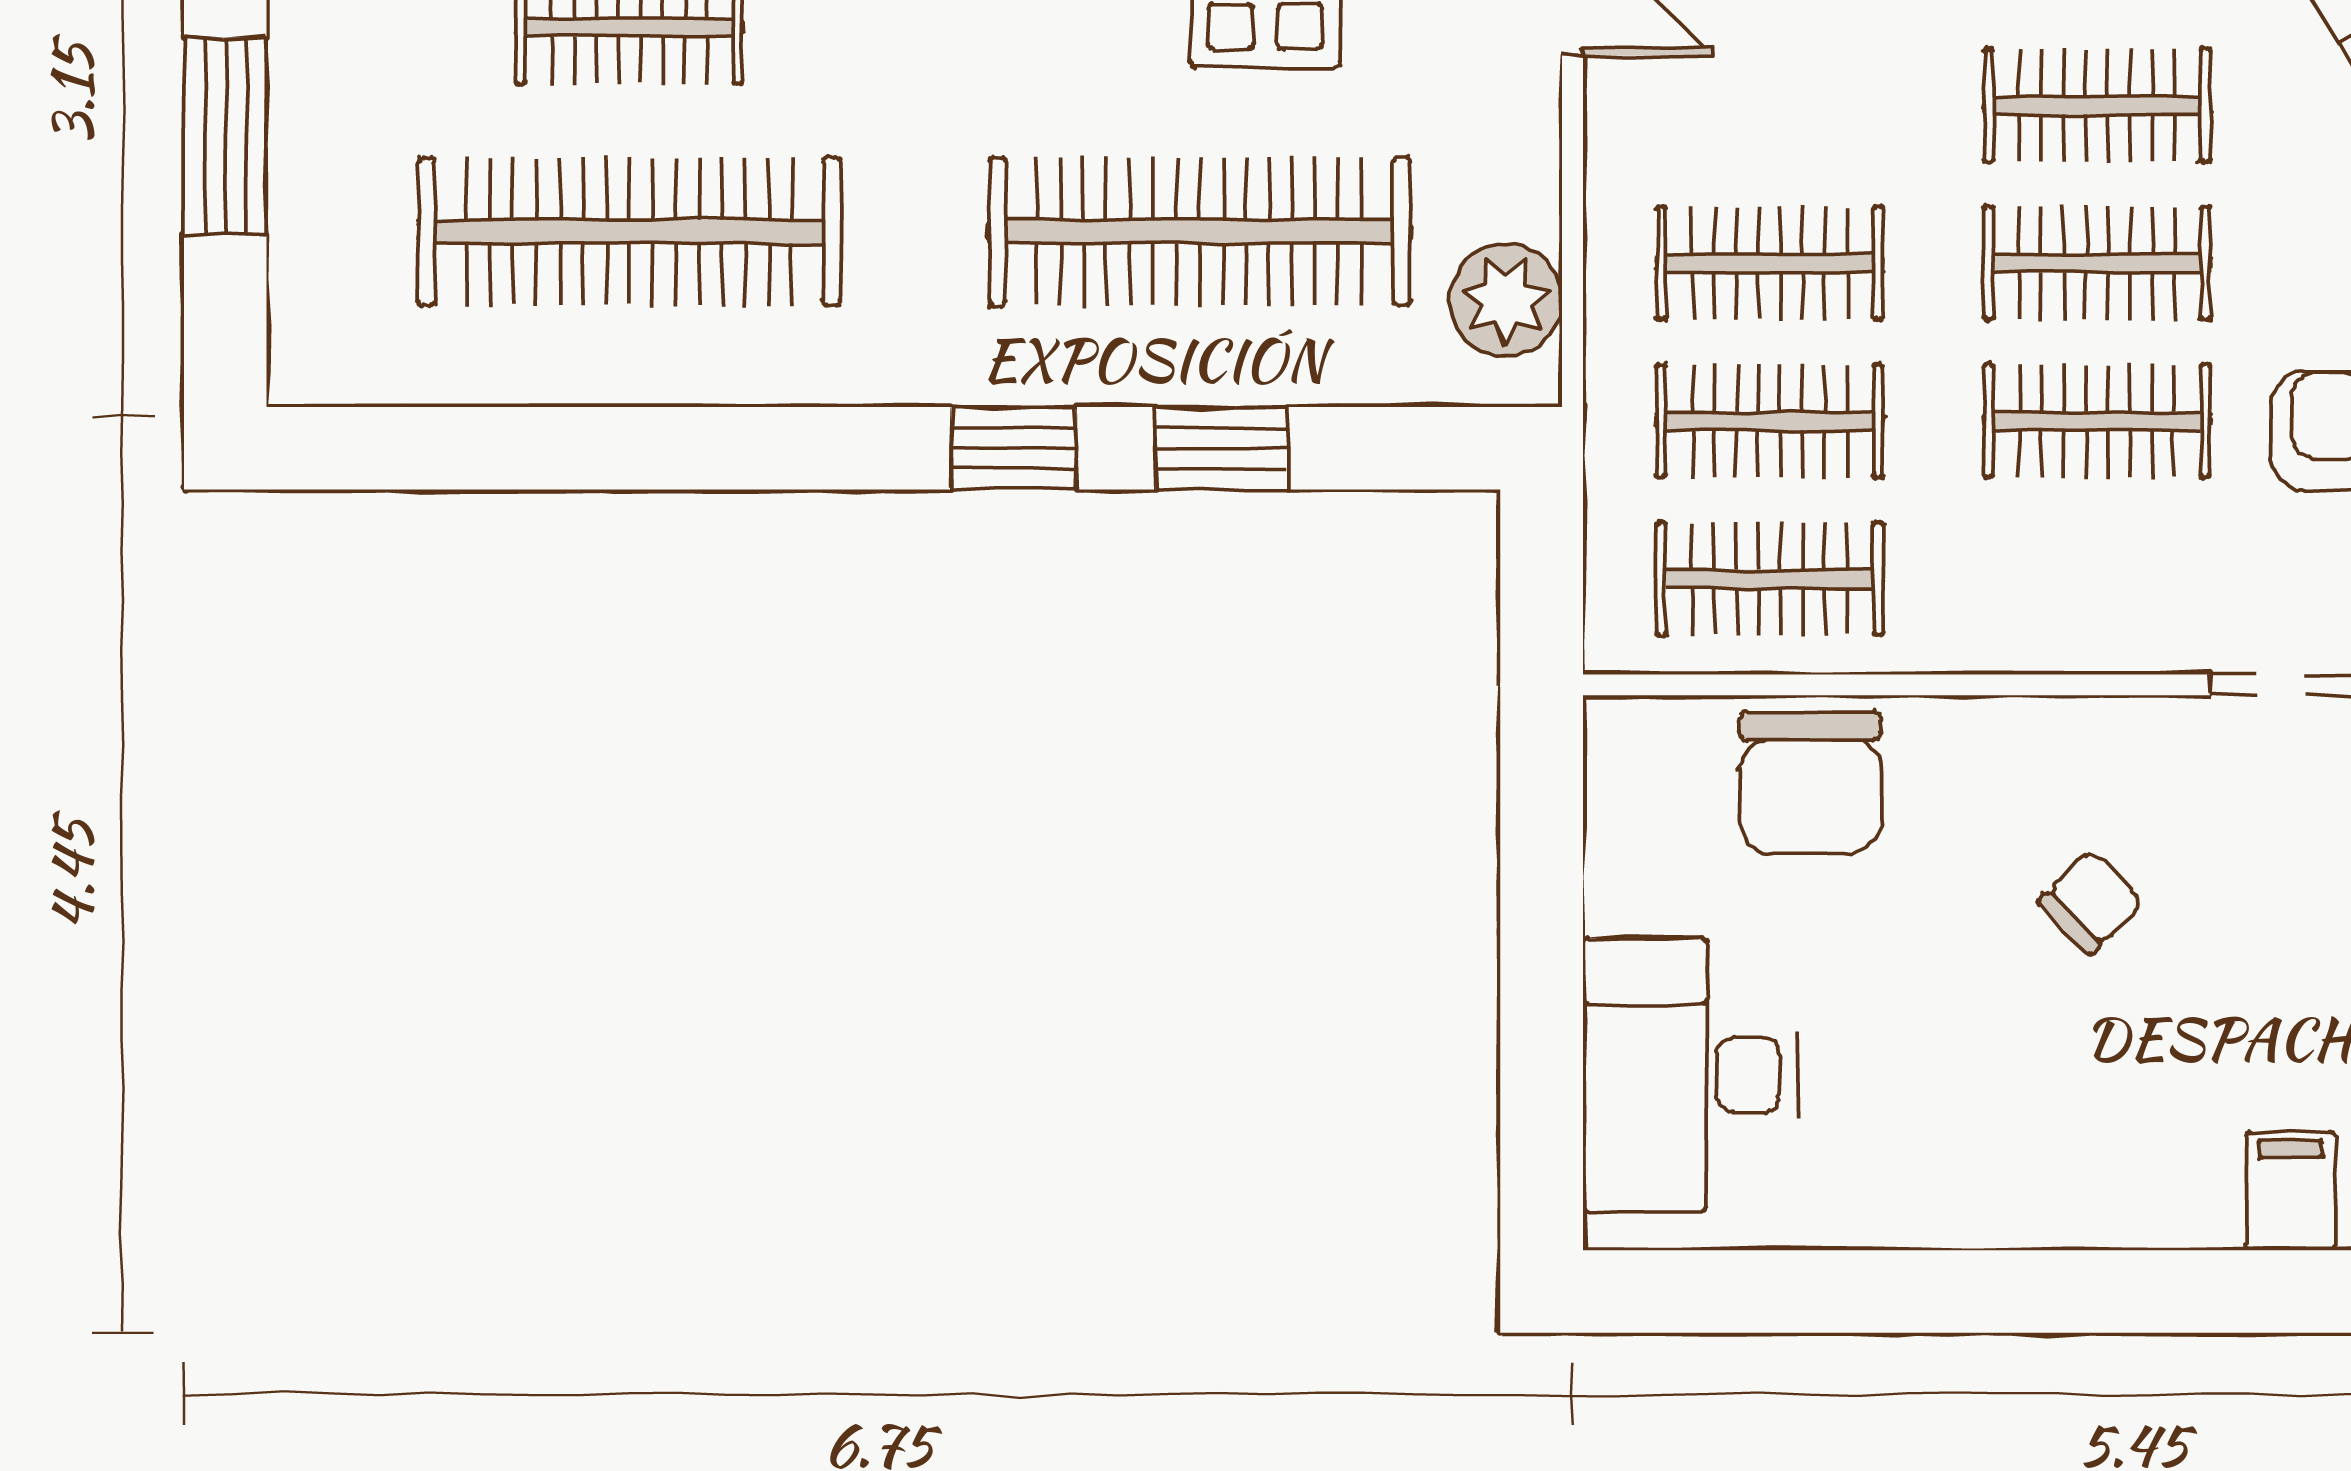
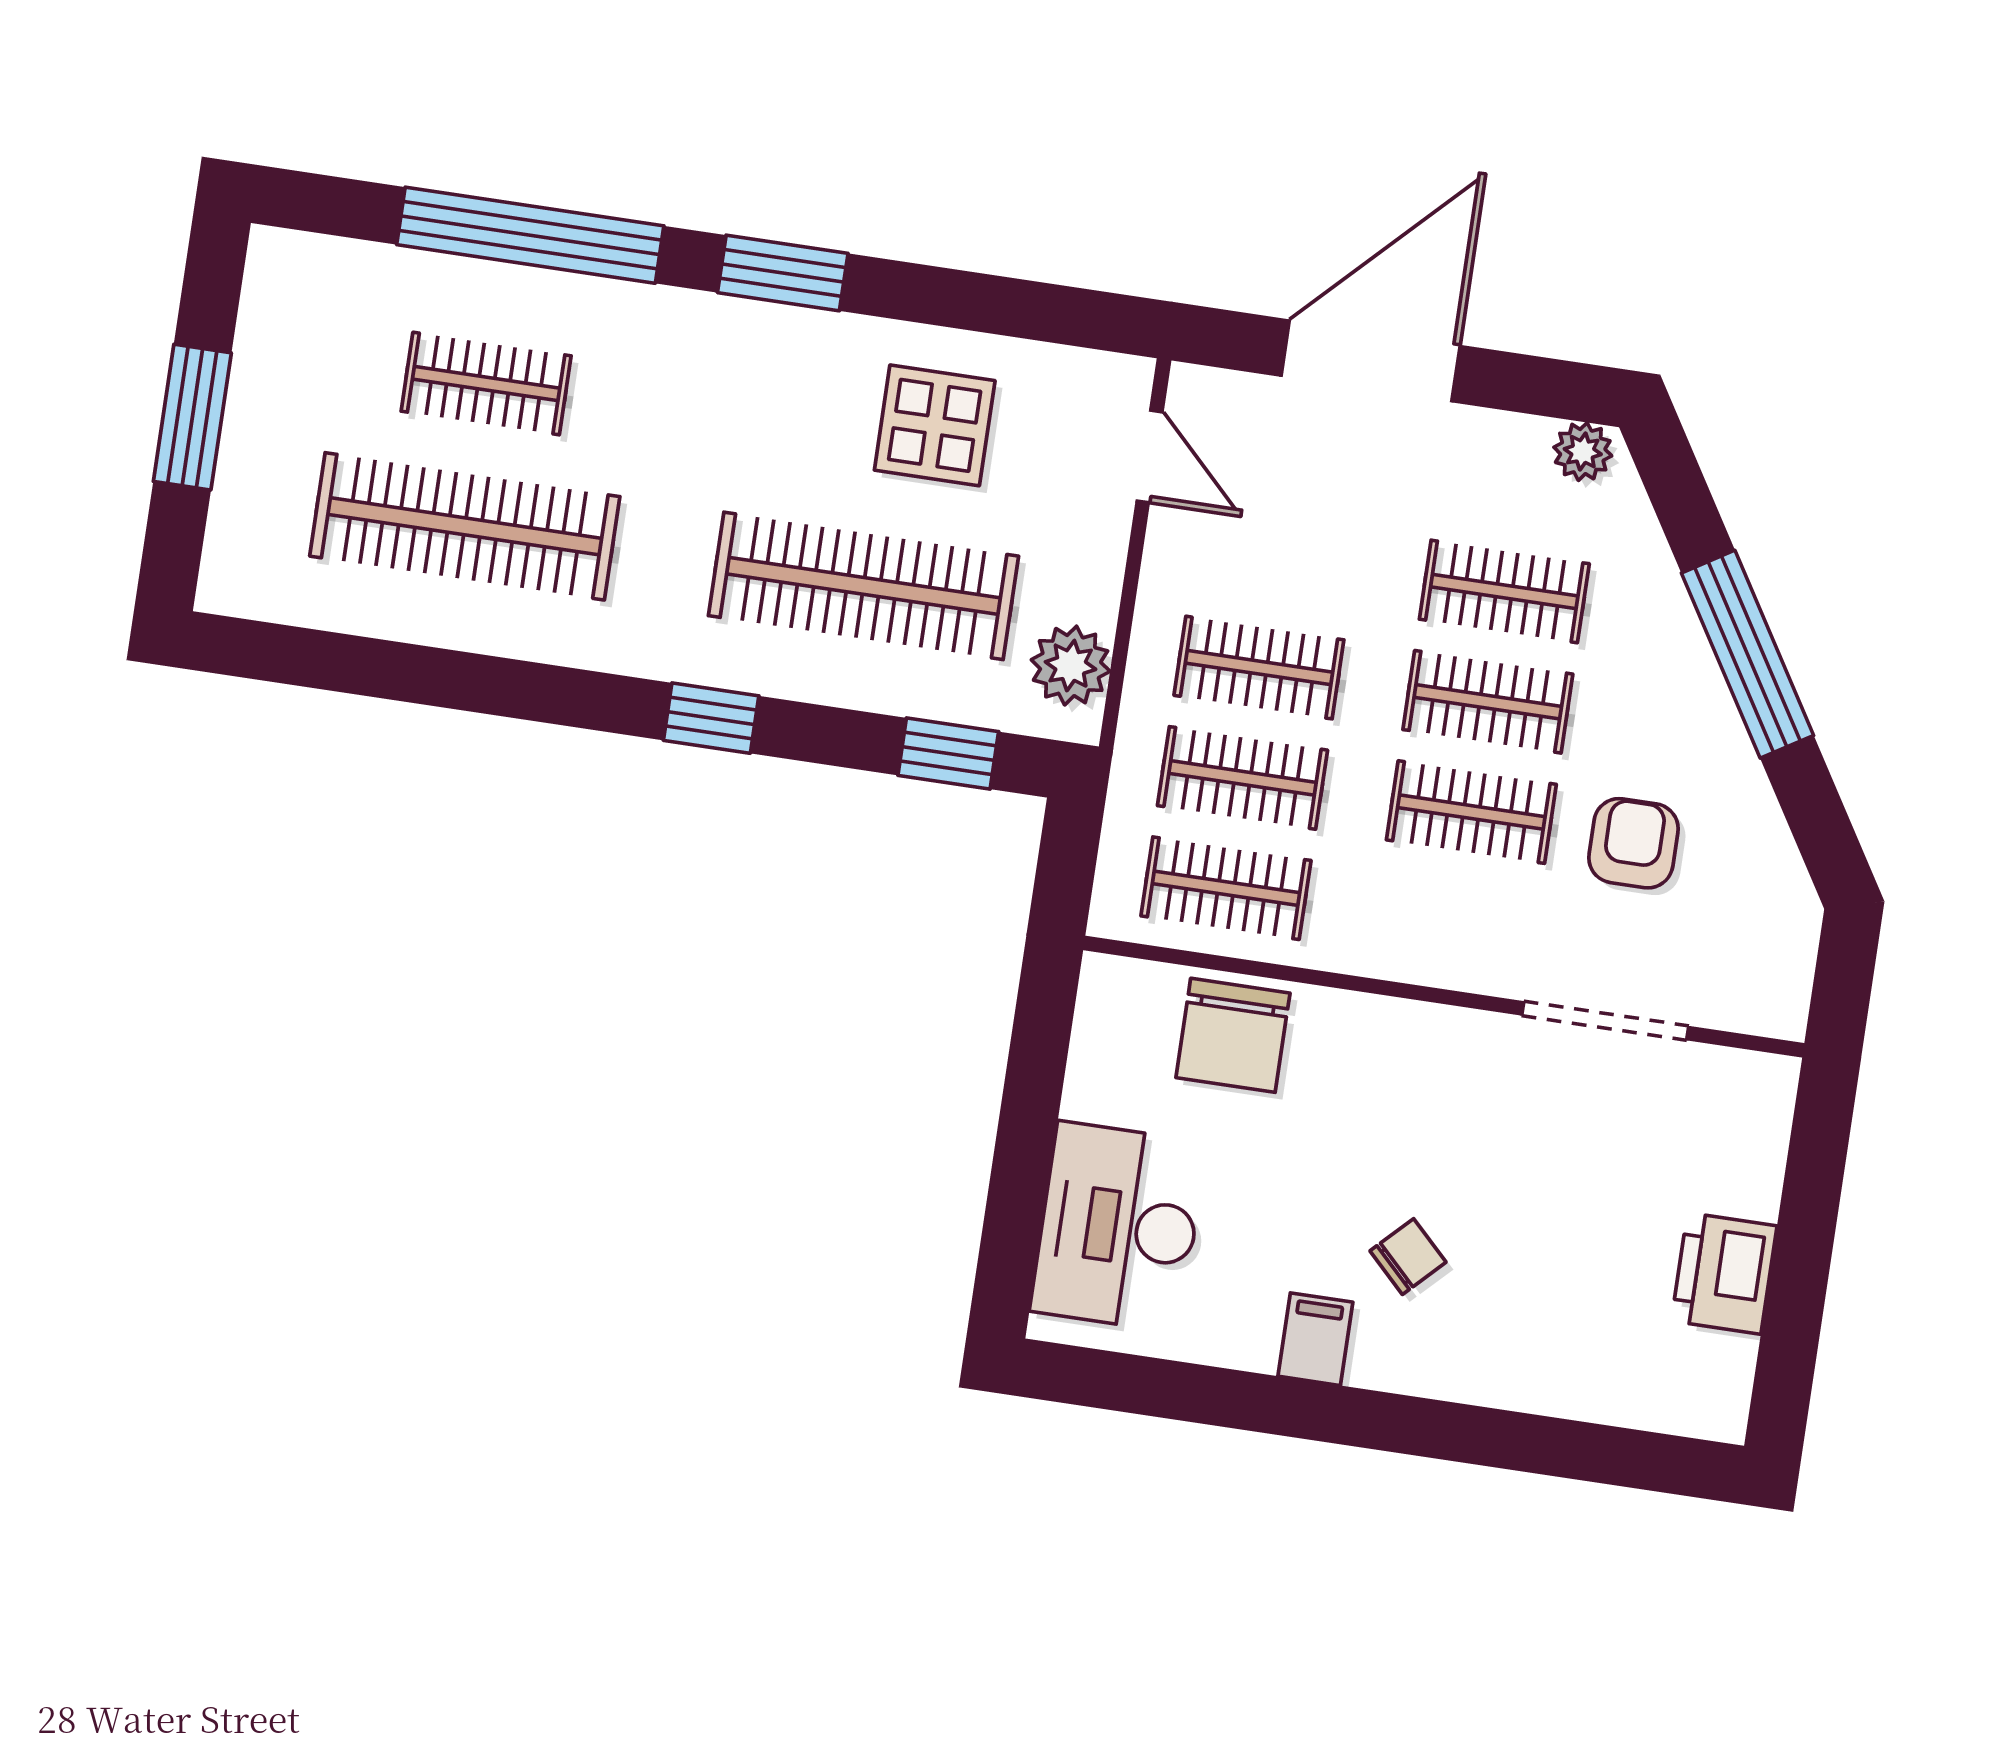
window: (1222, 448) -> (948, 753), moved
chair: (2091, 902) -> (1408, 1257), moved
filing cabinet: (2290, 1191) -> (1315, 1339), moved

